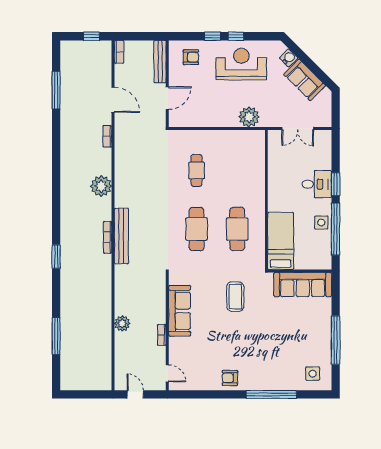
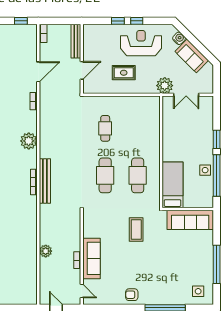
armchair: (191, 57) -> (101, 38), removed
door: (113, 100) -> (38, 72), hinge flipped
rug: (220, 101) -> (124, 73), added
plant: (249, 117) -> (165, 86), moved
desk: (317, 184) -> (202, 139), removed
sofa: (180, 311) -> (92, 258), moved

